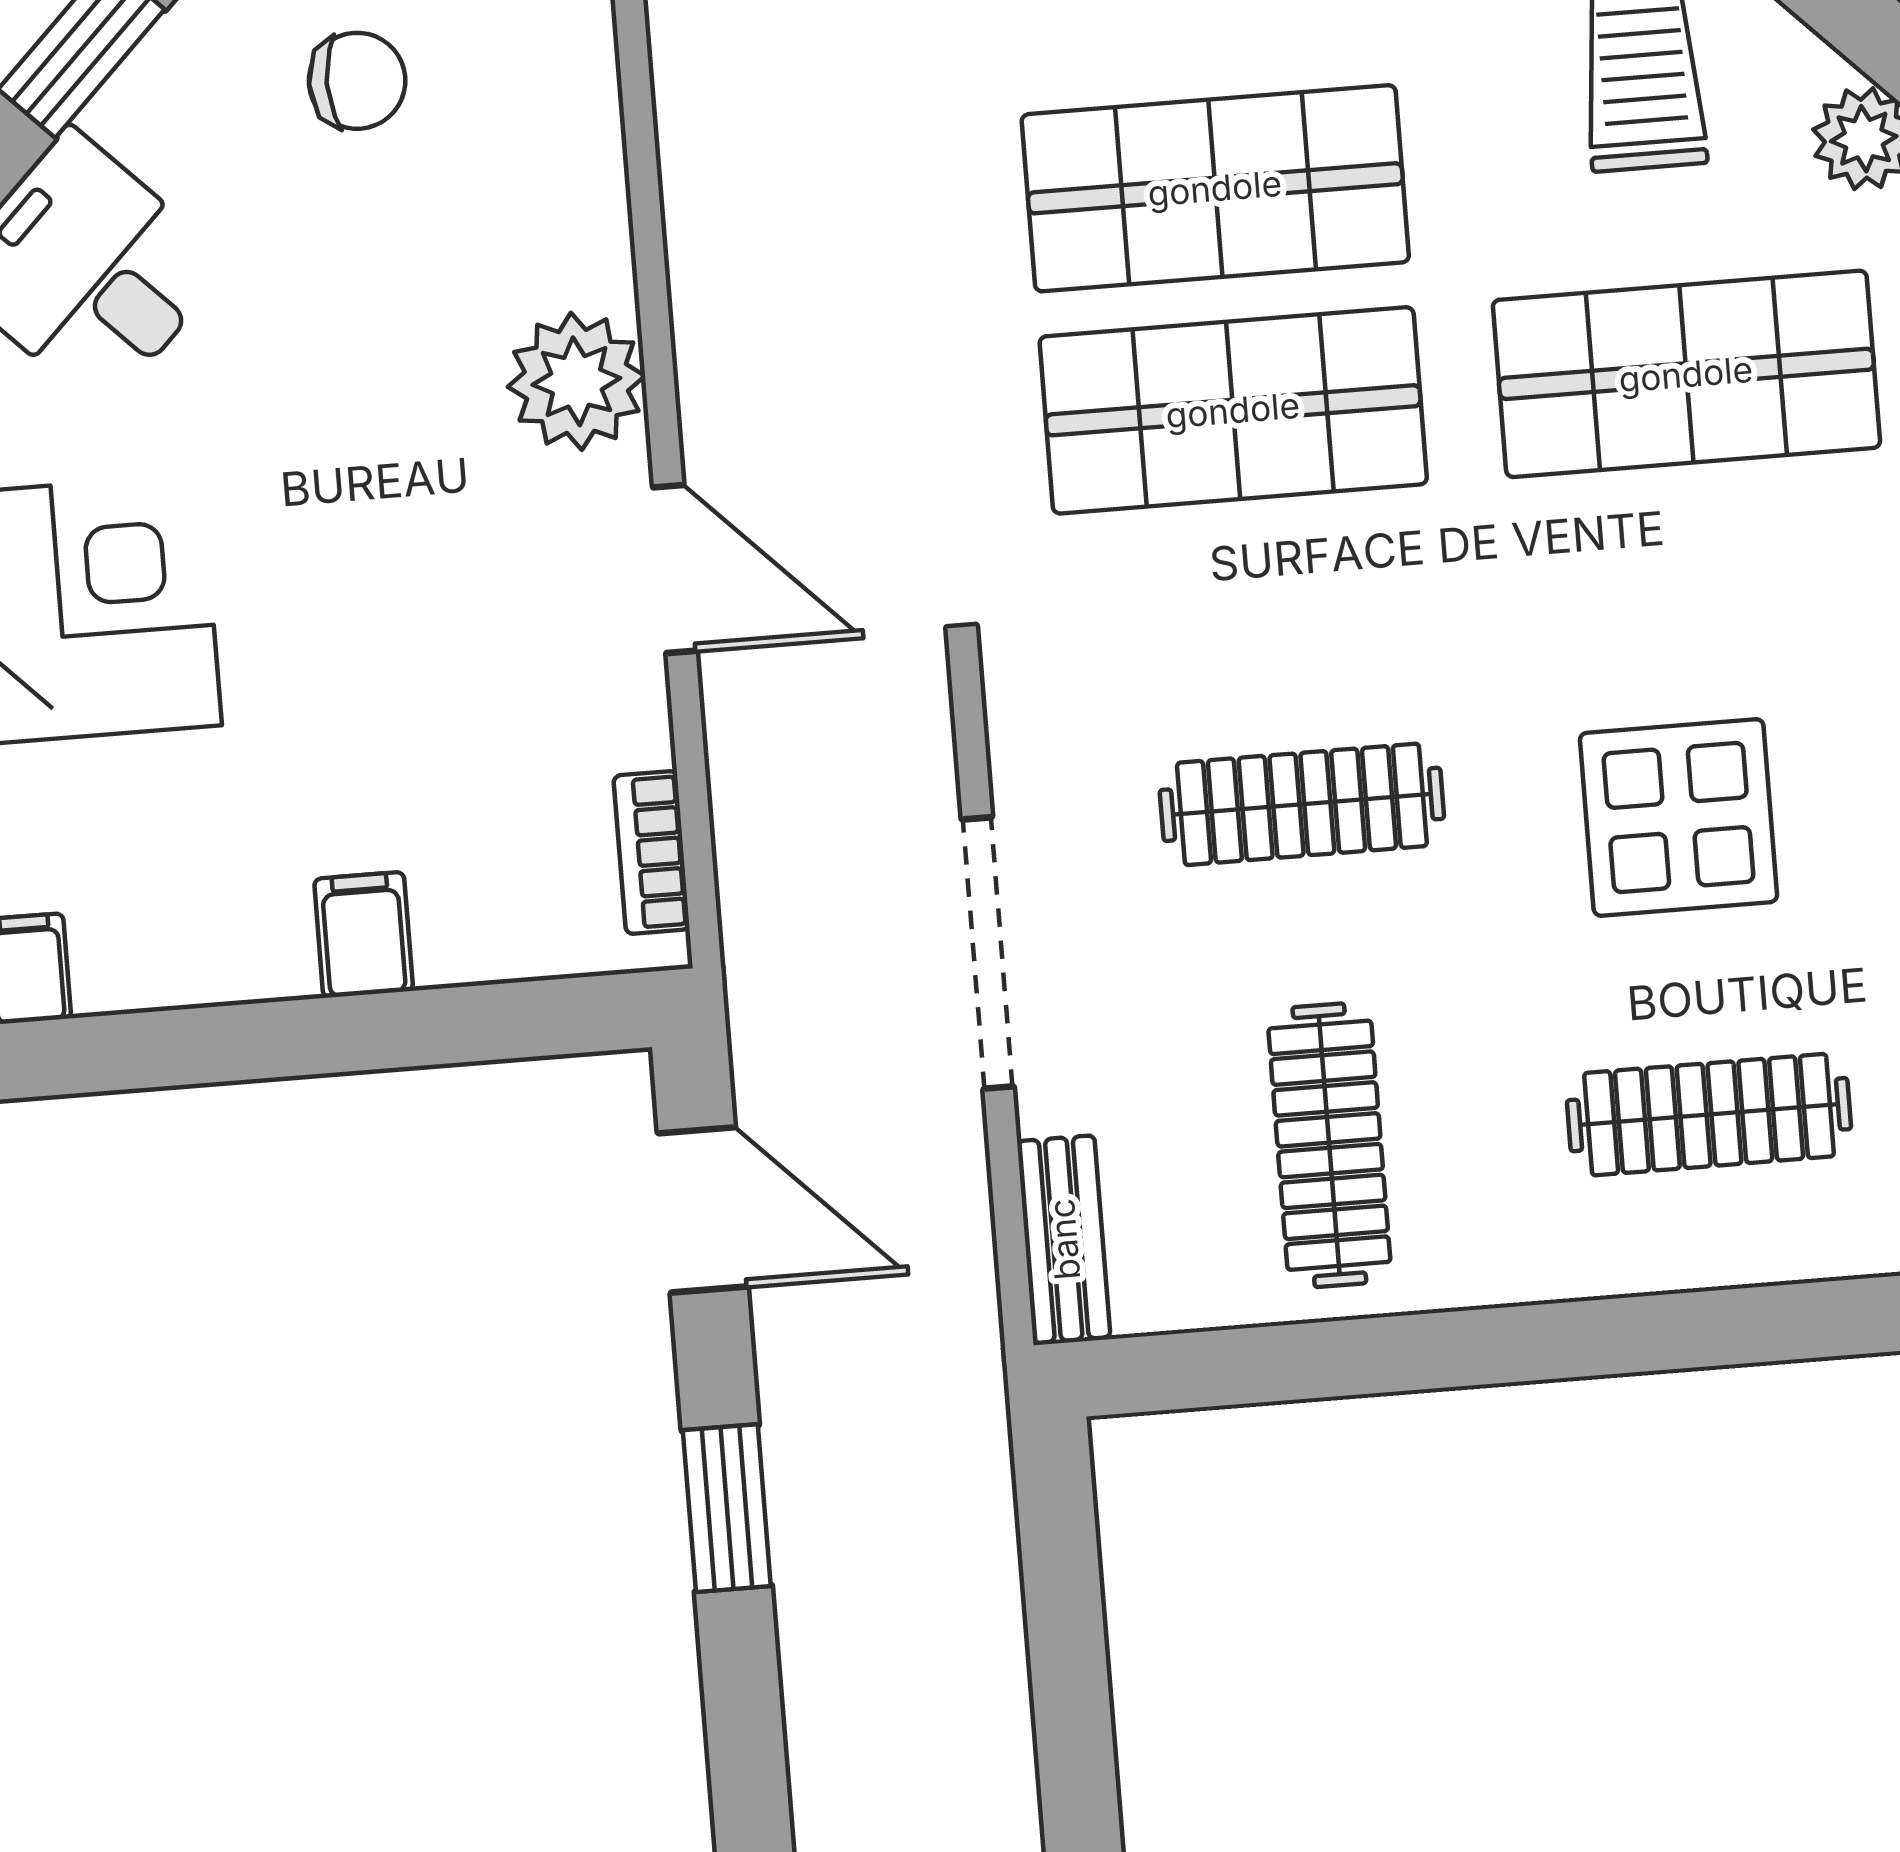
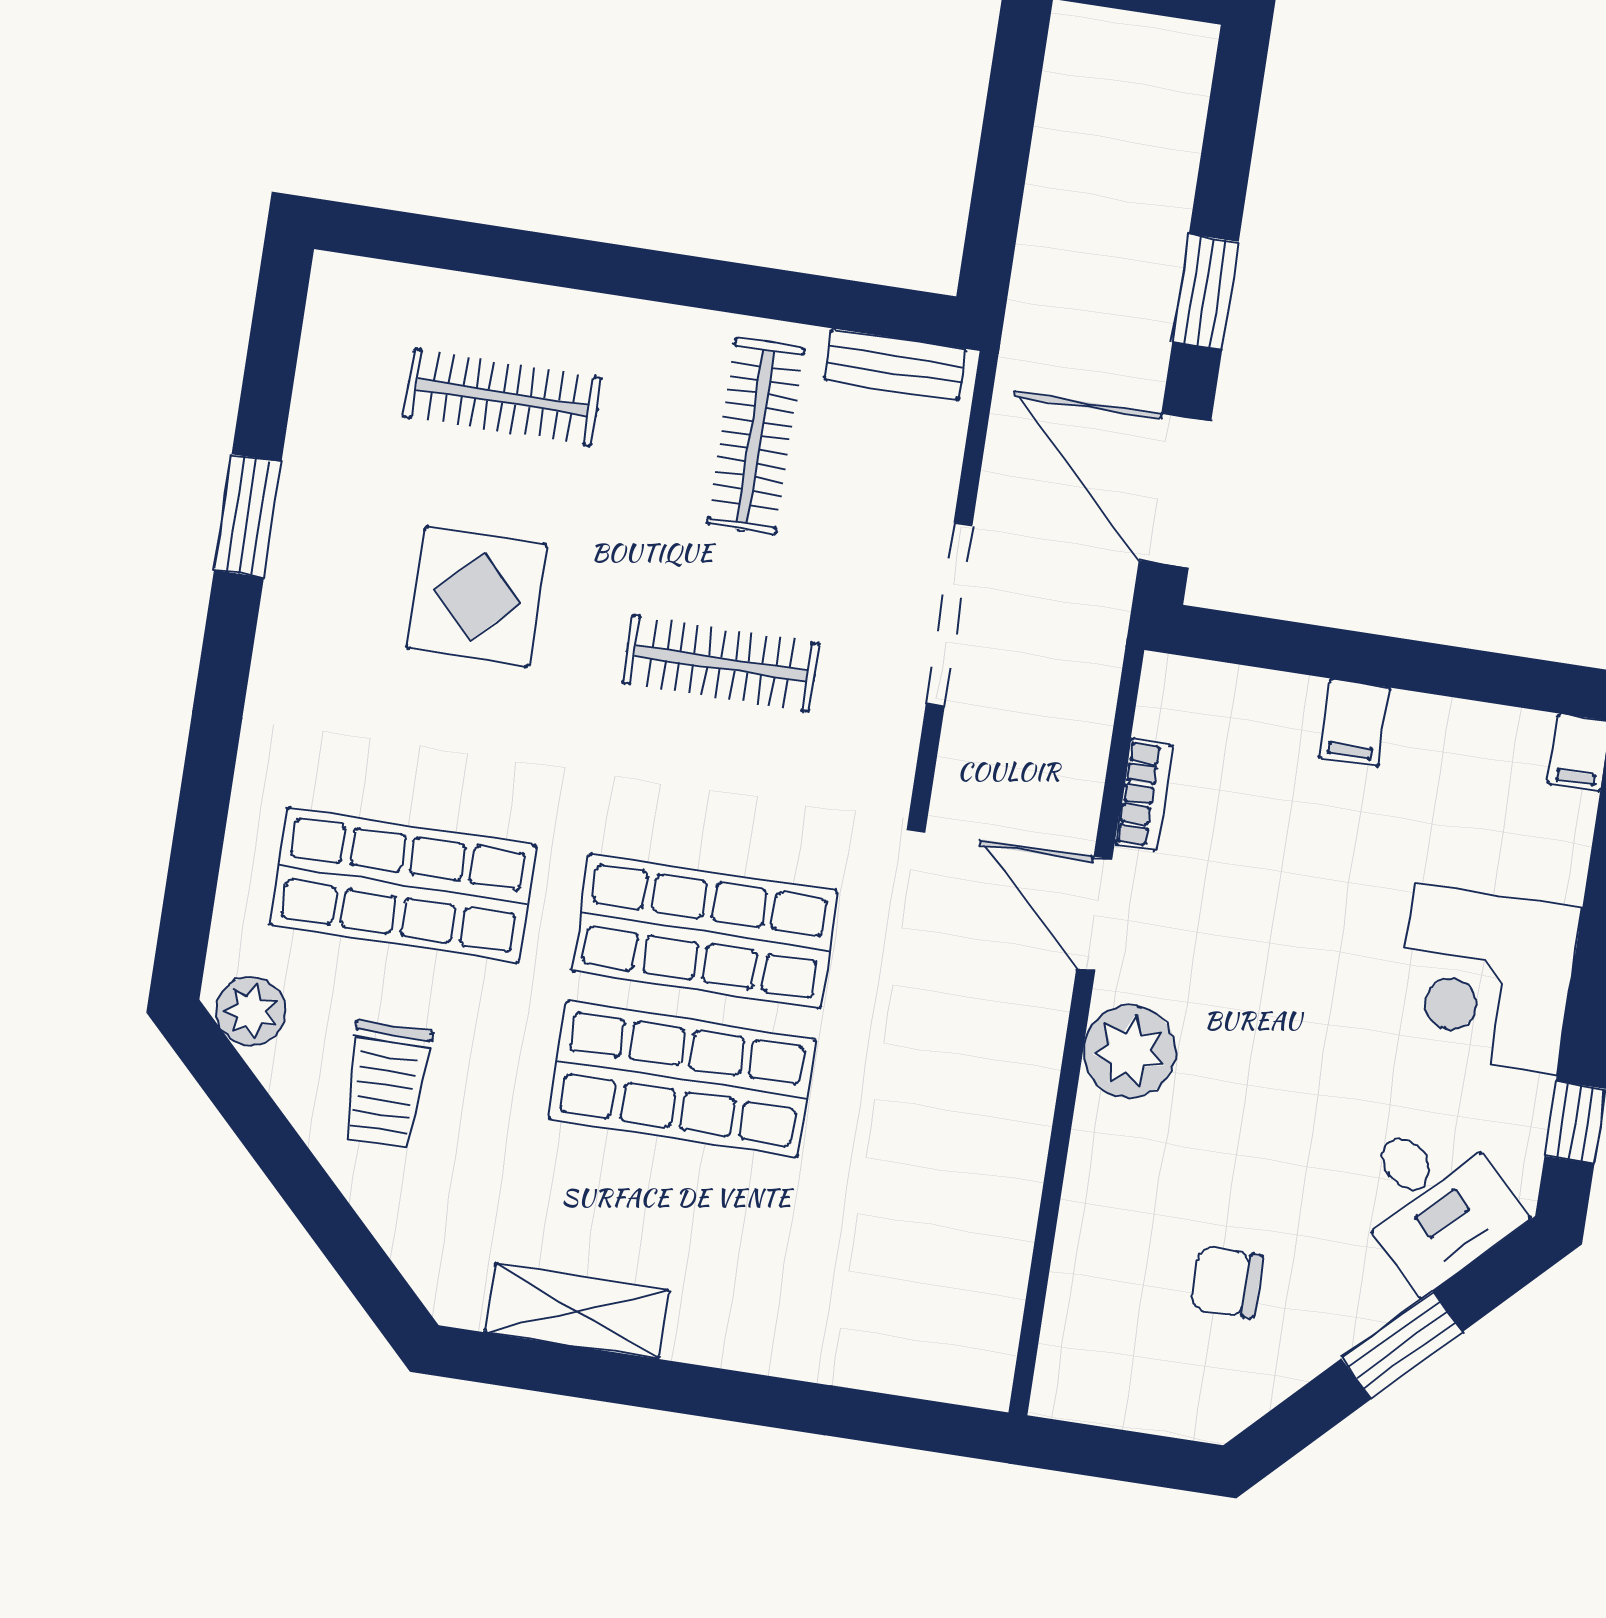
bookcase: (652, 852) -> (1144, 795), moved
door: (703, 1210) -> (1175, 491), width x1.36
bench: (1064, 1239) -> (895, 364), moved, turned 90

